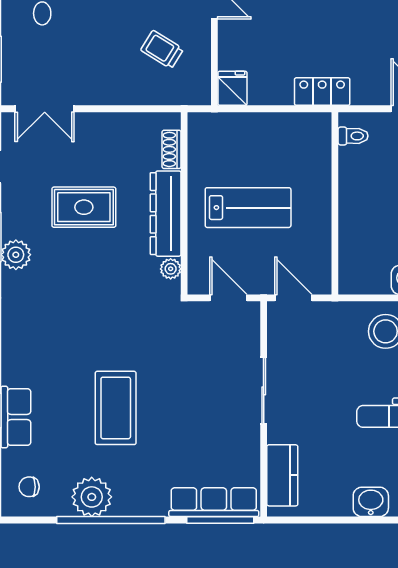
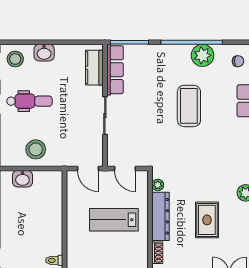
rug: (84, 207) -> (207, 220), turned 90
row of seats: (214, 502) -> (115, 70), moved, turned -90

